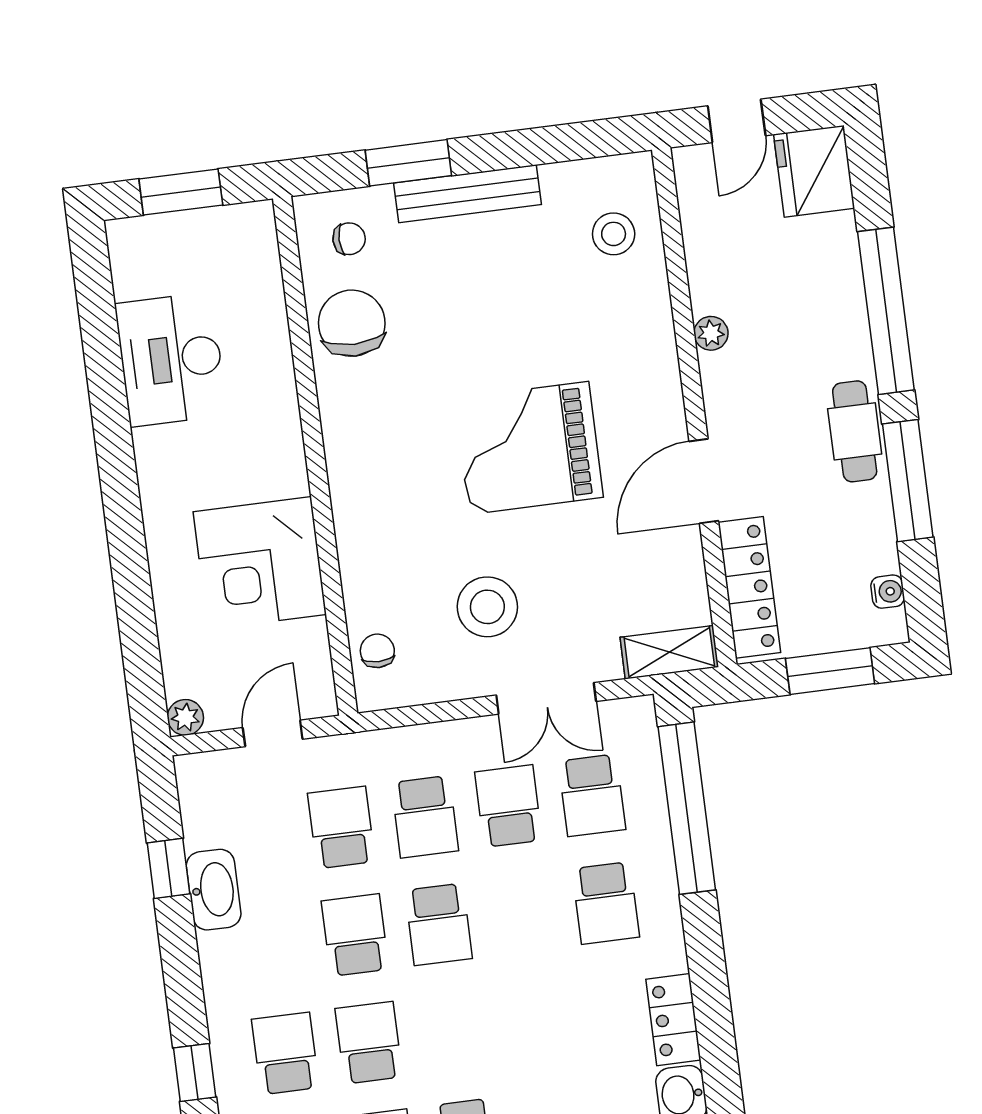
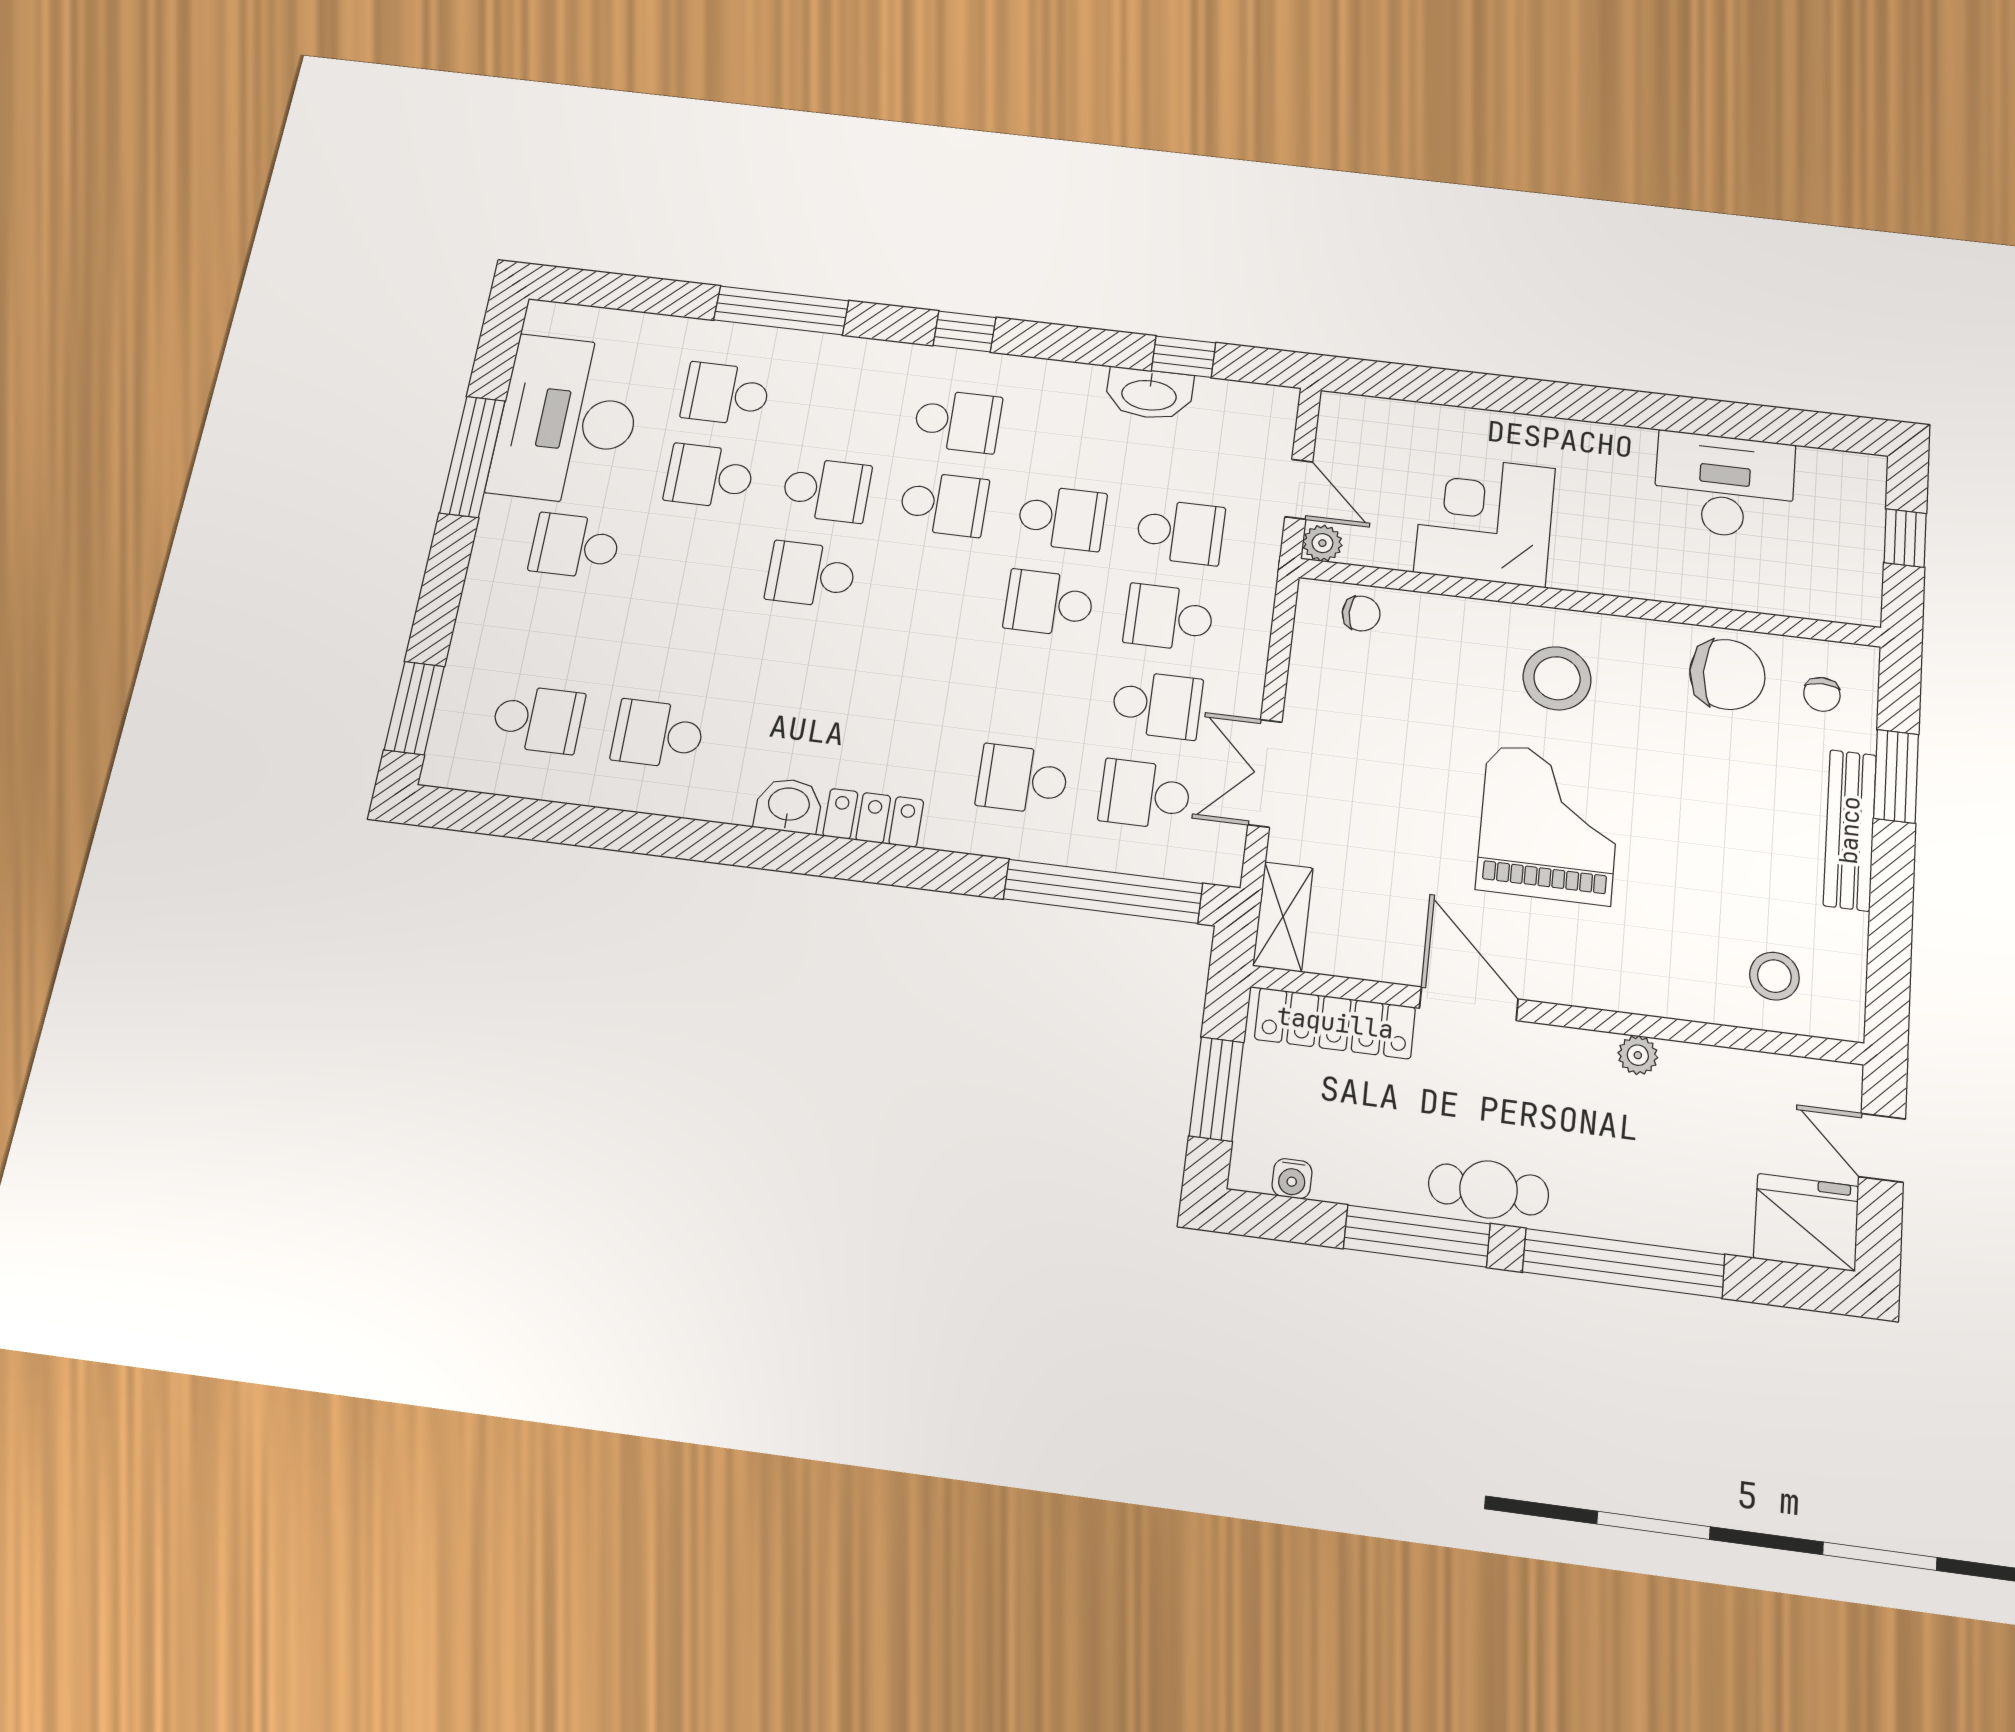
window: (181, 192) -> (1905, 538), width x0.67
stool: (487, 607) -> (1557, 678), moved
plant: (185, 717) -> (1322, 543), moved

